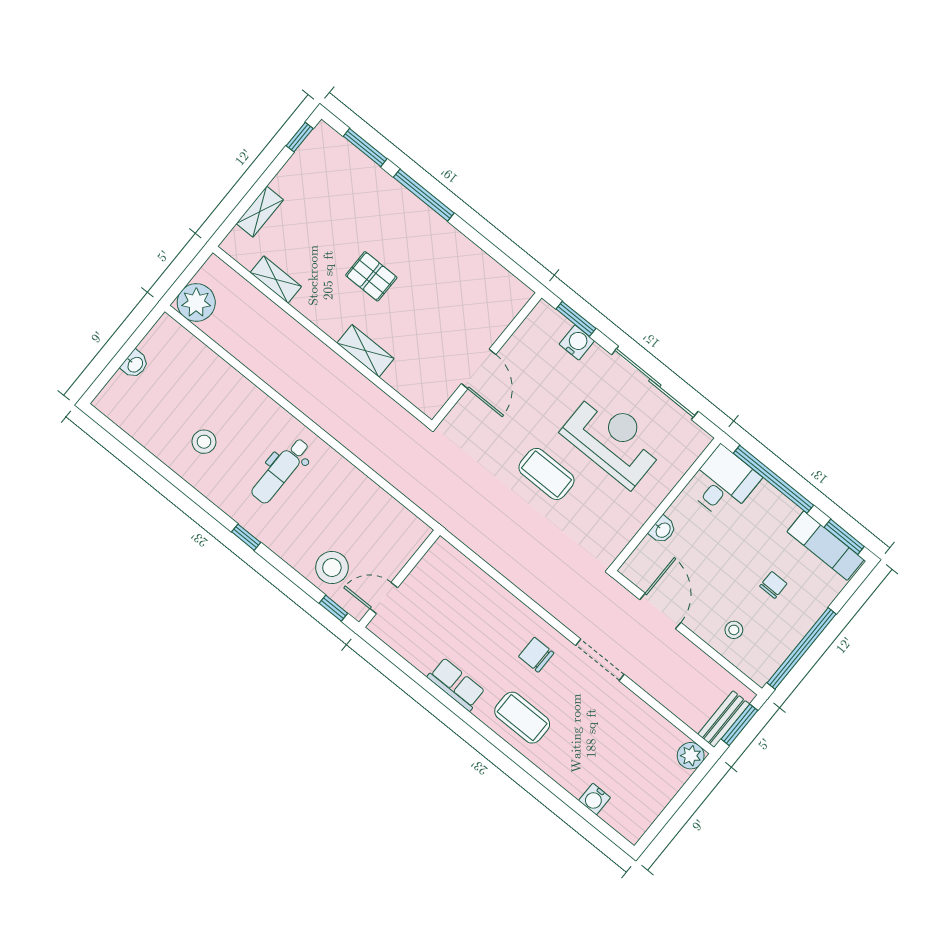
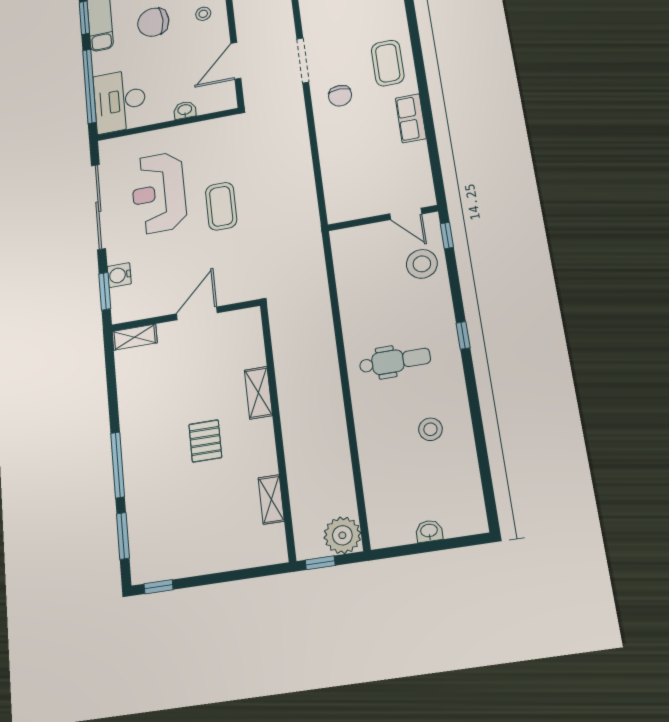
shelving: (260, 212) -> (135, 337), moved
window: (194, 267) -> (320, 563), added
desk: (723, 483) -> (120, 101), width x1.37
chair: (773, 585) -> (153, 22), width x1.87, depth x1.87

